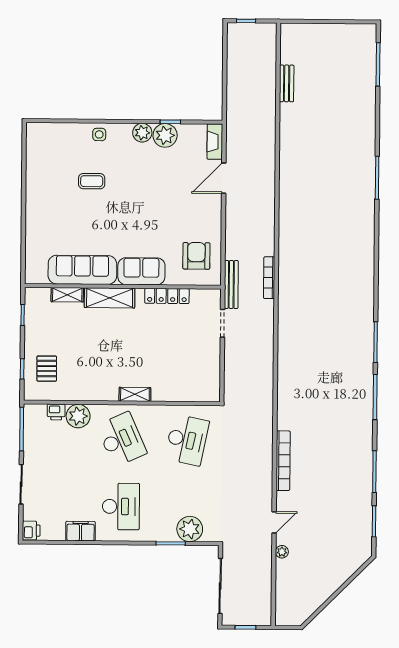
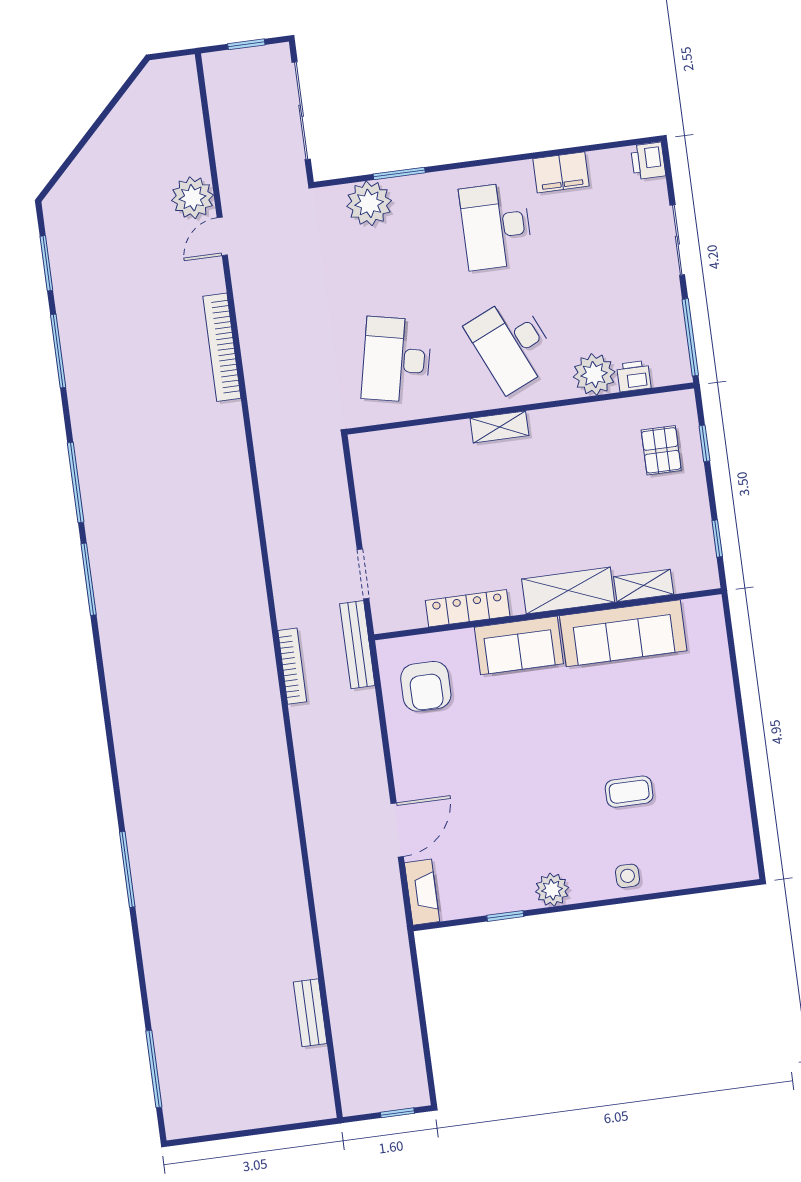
plant: (165, 135) -> (511, 891), removed
plant: (282, 552) -> (193, 198), width x1.88, depth x1.88

